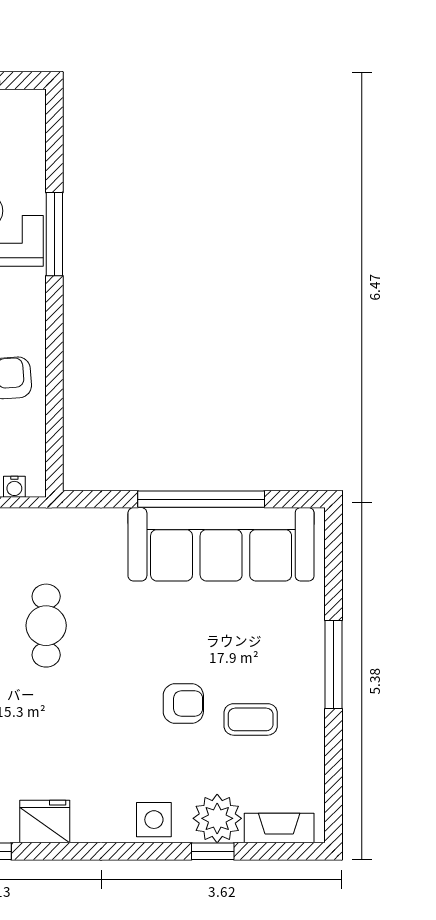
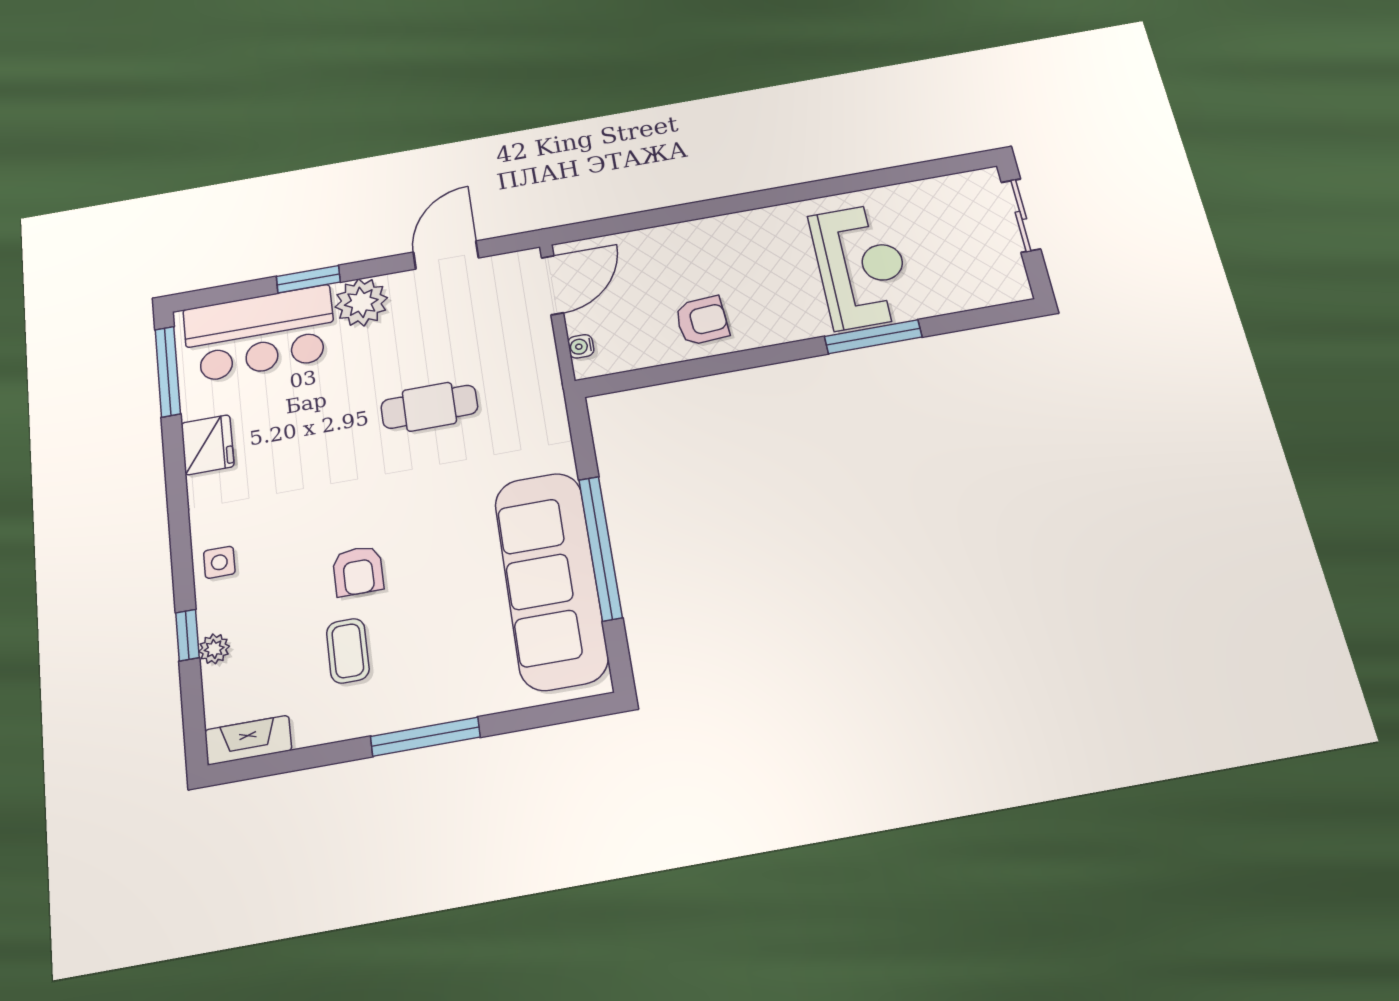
plant: (217, 818) -> (214, 649), width x0.53, depth x0.53
side table: (154, 820) -> (219, 562), width x0.73, depth x0.73
fireplace: (279, 828) -> (248, 740), moved, turned -90

